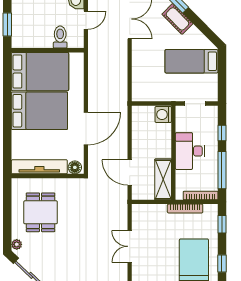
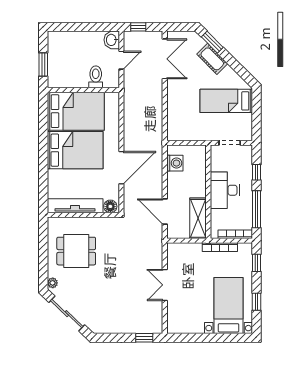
washing machine: (163, 114) -> (175, 163), moved, turned 180
dining table: (41, 212) -> (76, 251), turned 90

